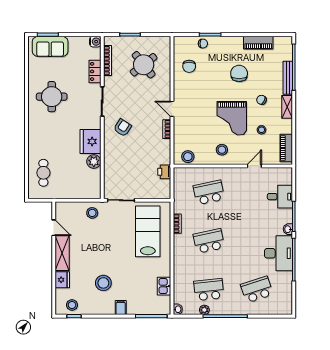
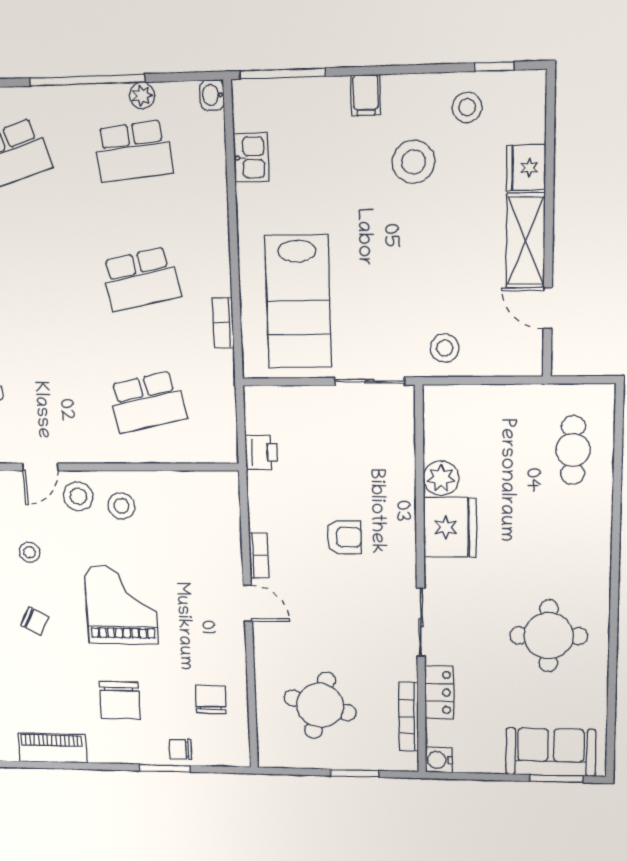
round table: (144, 65) -> (320, 705), turned -37
chair: (239, 73) -> (120, 700), moved
grand piano: (232, 118) -> (121, 605), moved
armchair: (123, 128) -> (344, 537), moved, turned -123
stool: (188, 157) -> (78, 496), moved
stool: (72, 305) -> (467, 107), moved

